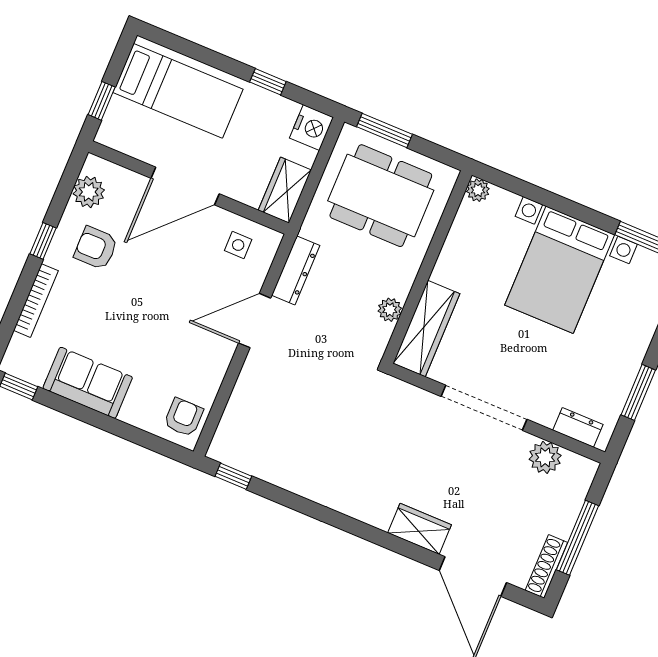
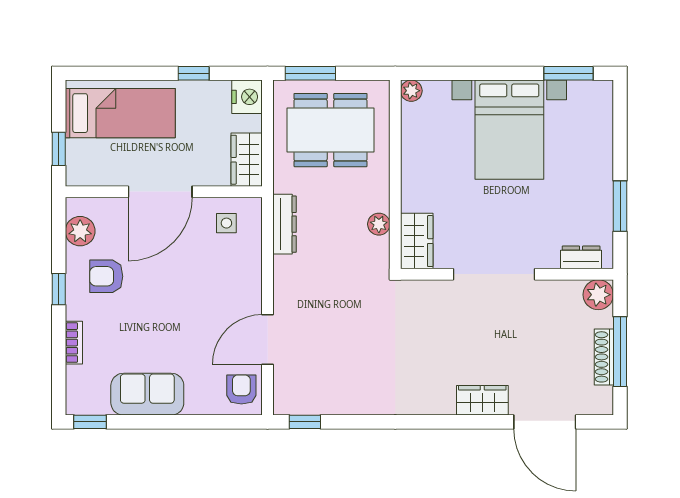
bookcase: (36, 301) -> (74, 343), width x0.64
door: (255, 321) -> (268, 340), moved
wardrobe: (426, 329) -> (417, 241), width x0.67
plant: (545, 457) -> (598, 295), moved
shoe rack: (546, 566) -> (604, 357), moved

